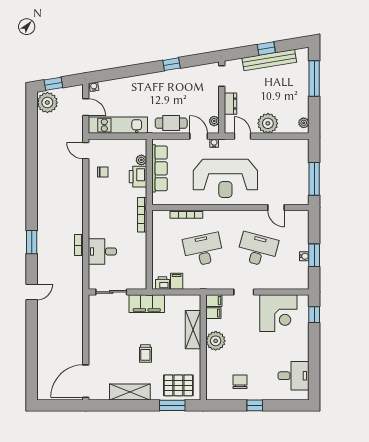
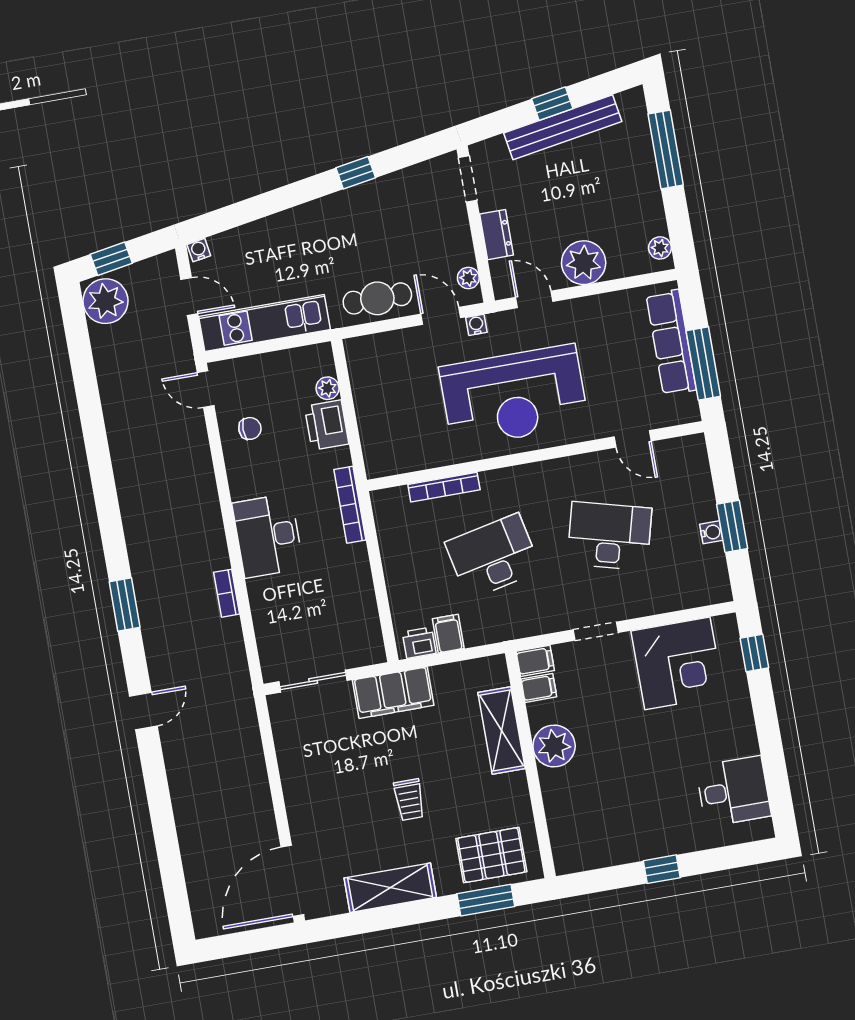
row of seats: (160, 168) -> (671, 342), moved, turned 180
desk: (102, 251) -> (268, 536), moved, width x1.37
chair: (240, 382) -> (621, 824), removed

